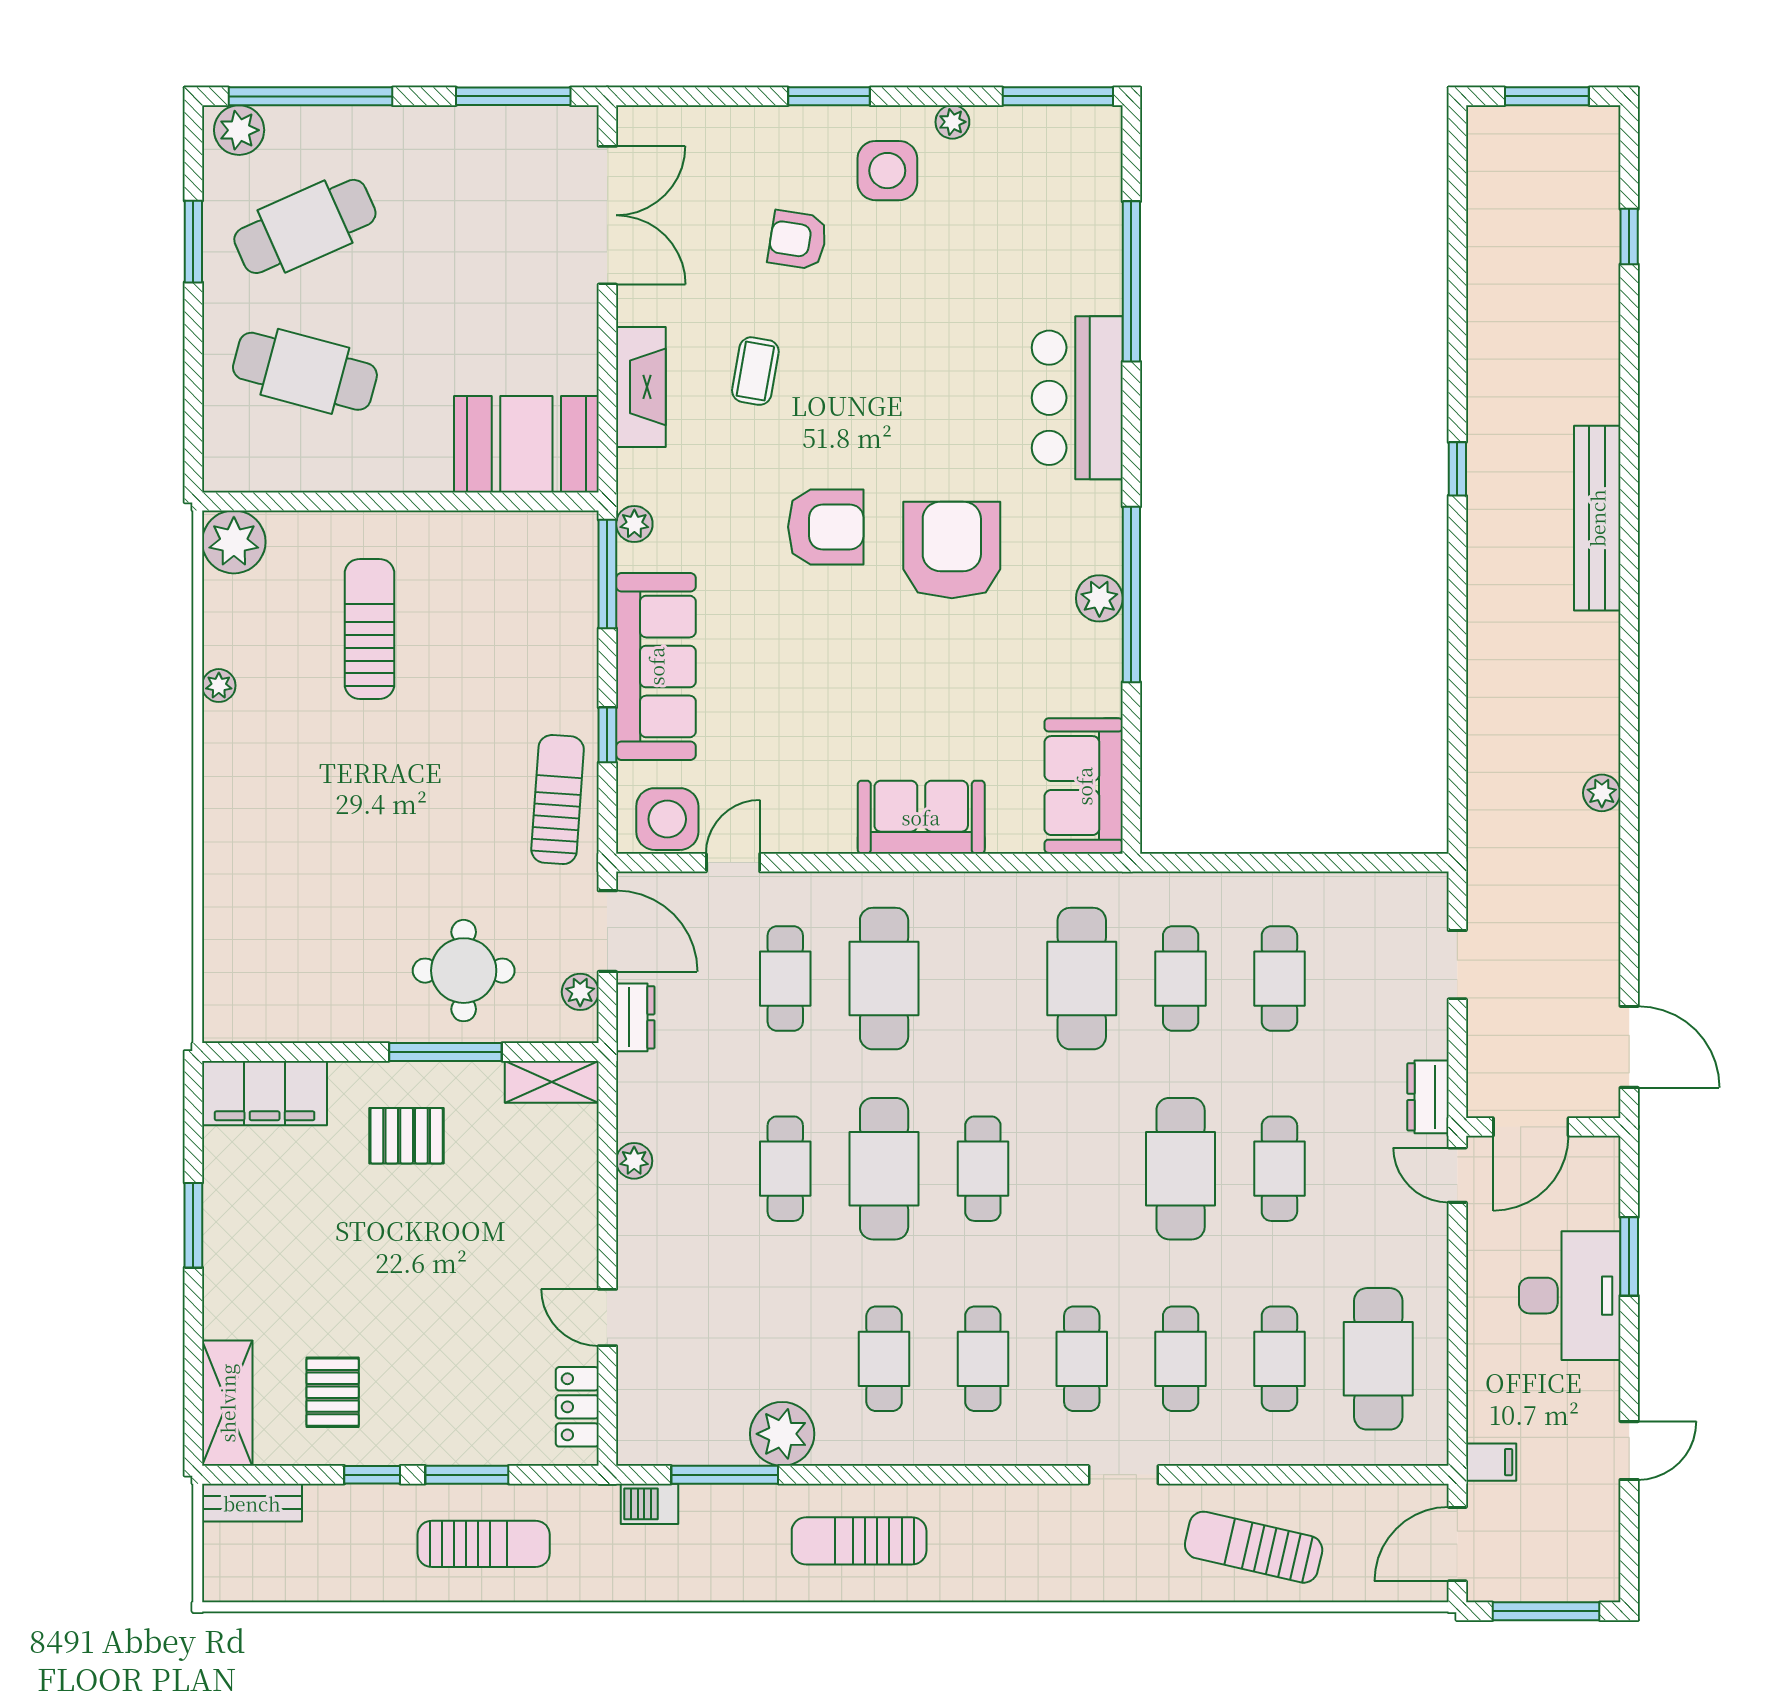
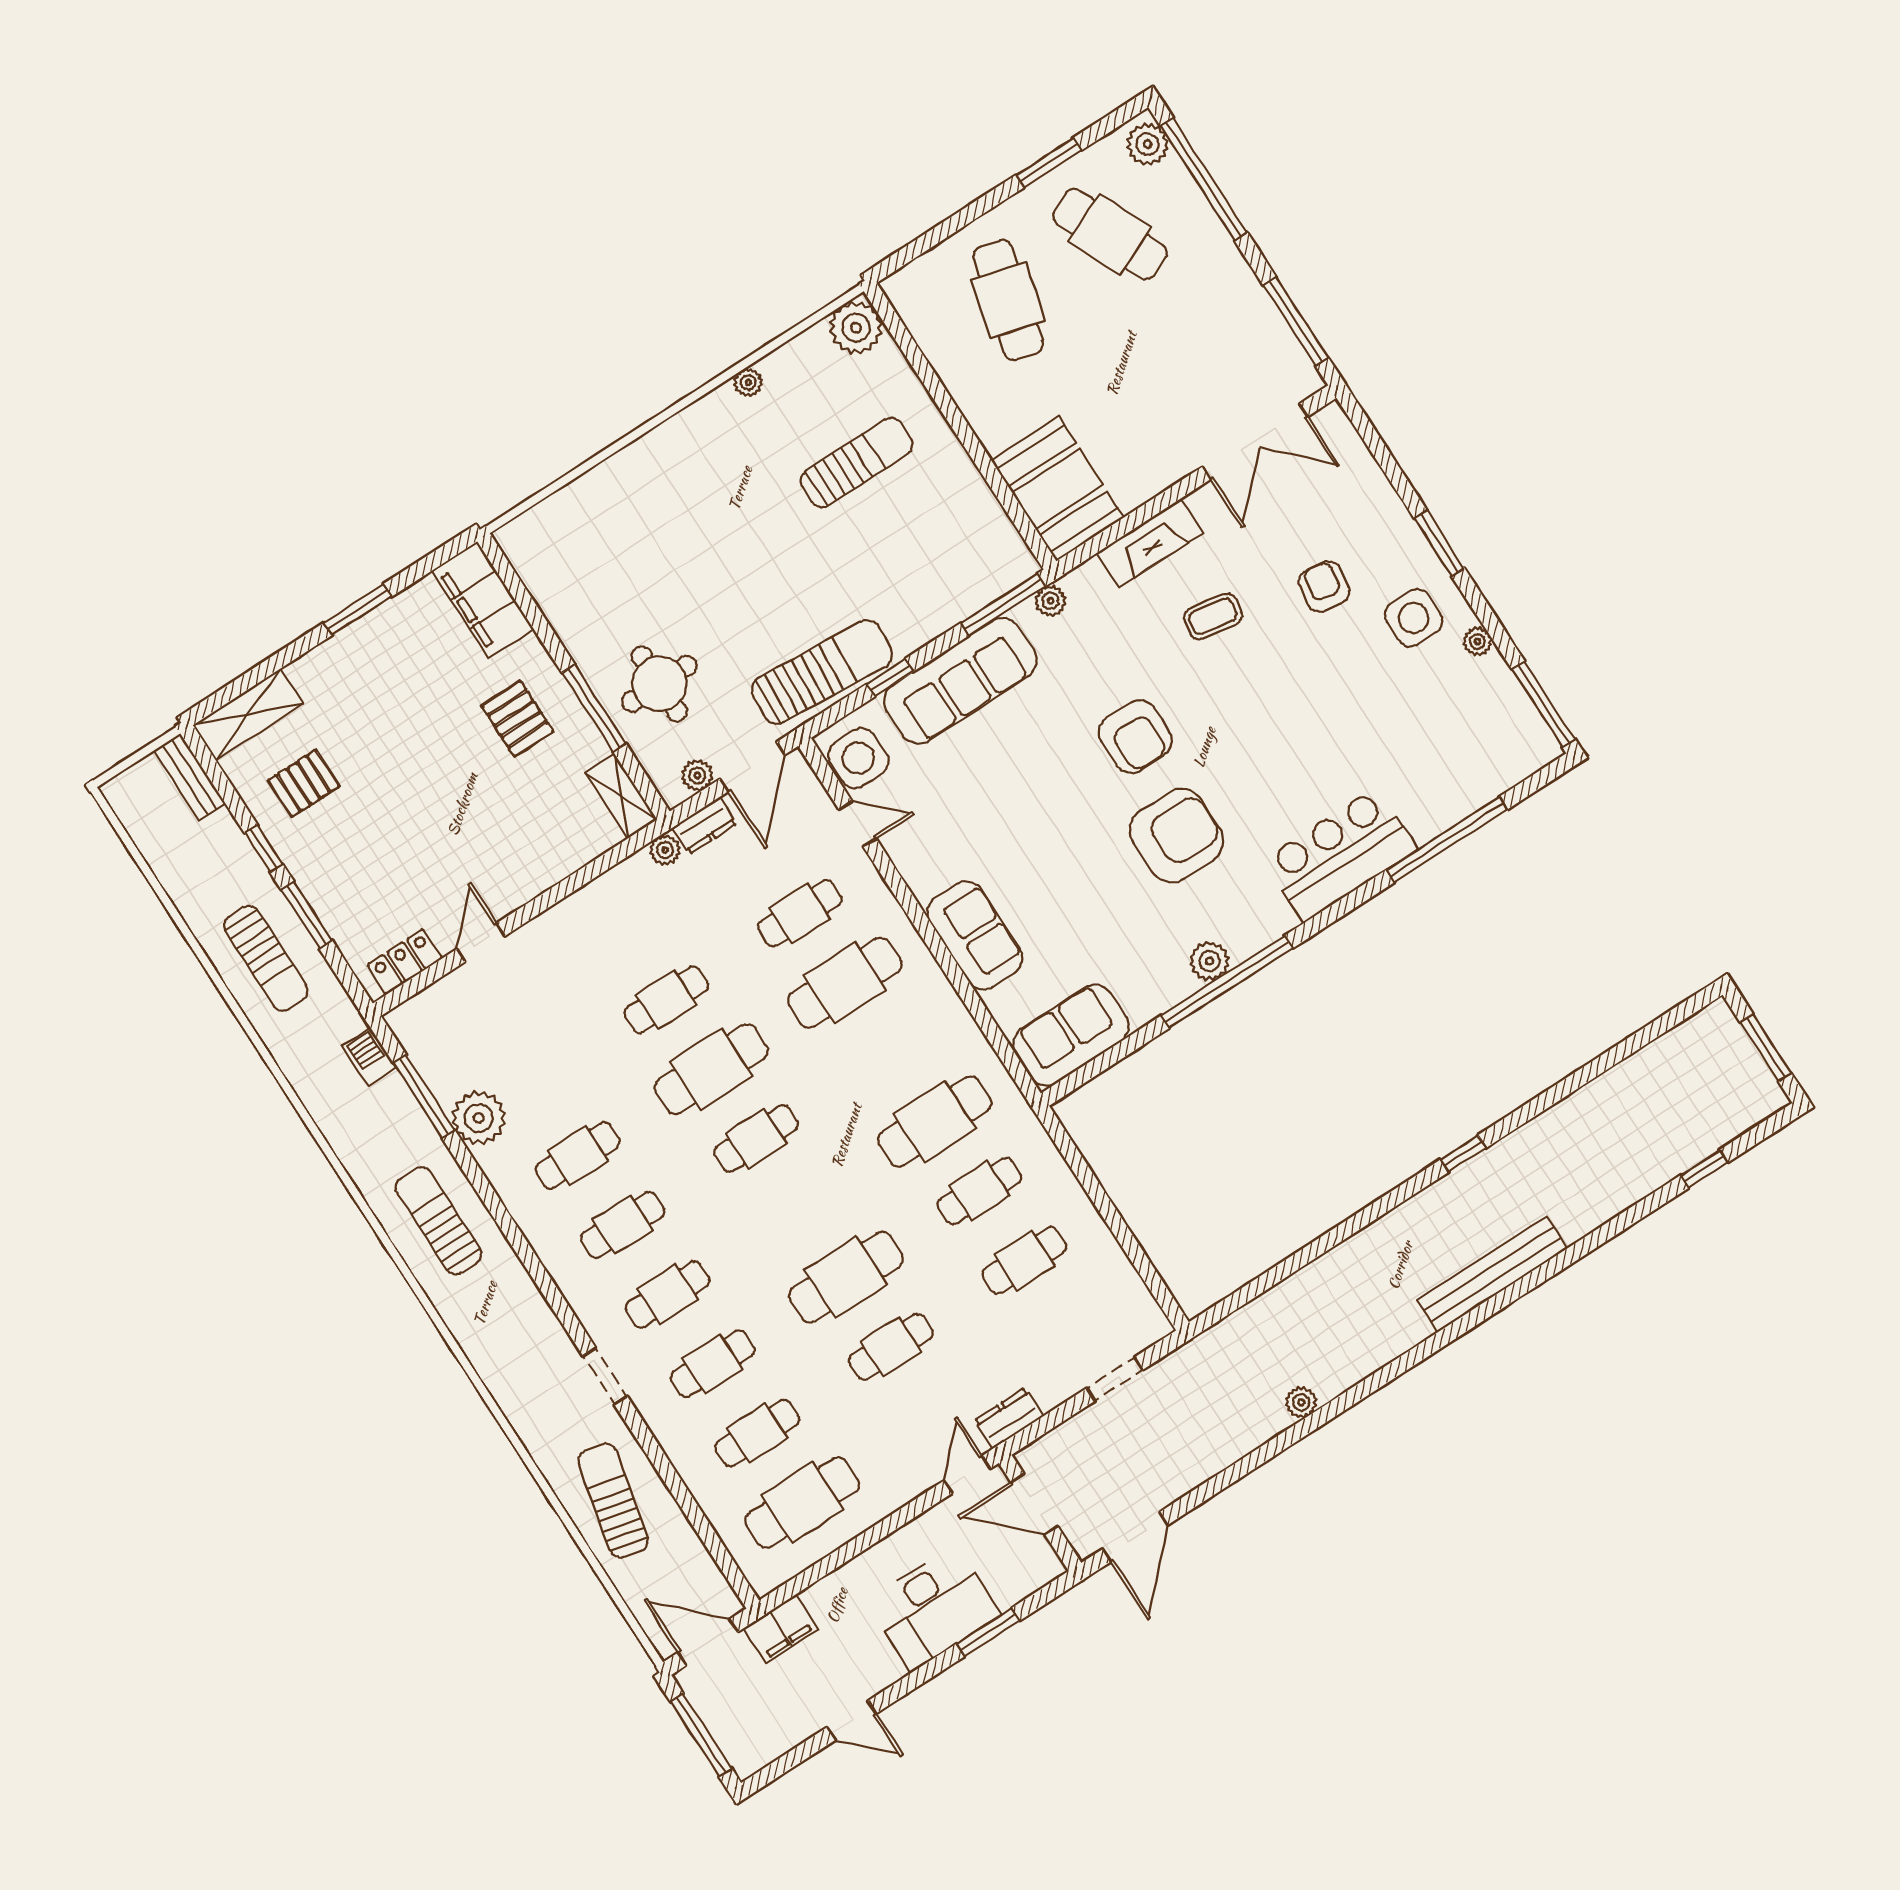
sun lounger: (558, 800) -> (822, 672), width x1.36, depth x1.34
plant: (634, 1161) -> (665, 850), moved
filing cabinet: (1491, 1462) -> (781, 1629), width x2.00

